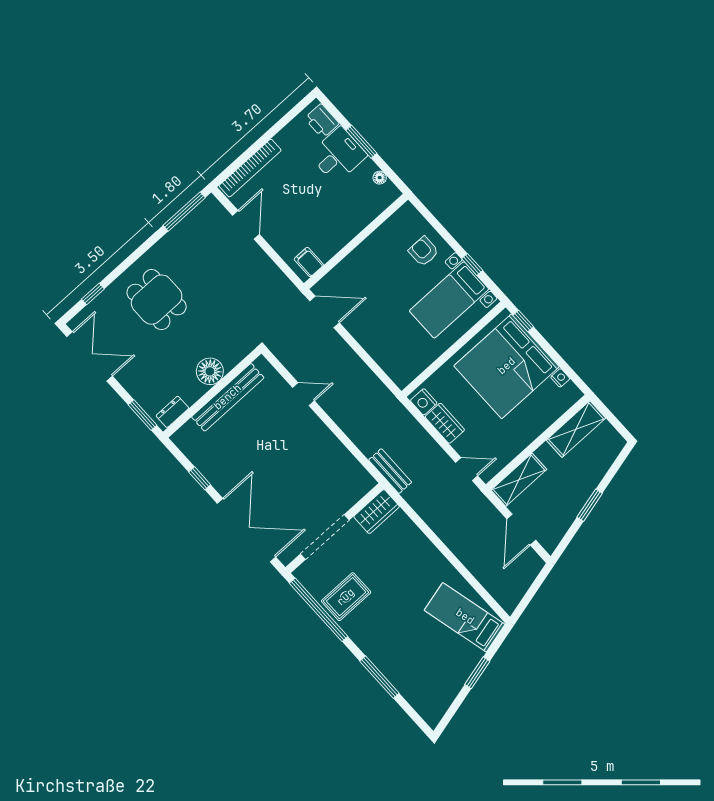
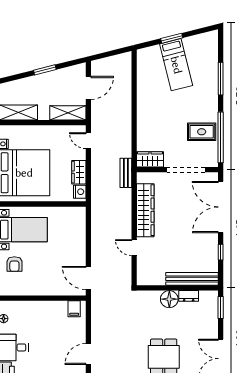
bench: (228, 397) -> (192, 279), moved
dresser: (172, 412) -> (189, 296), moved
wardrobe: (329, 448) -> (145, 210), added
bed: (465, 617) -> (176, 65), moved

